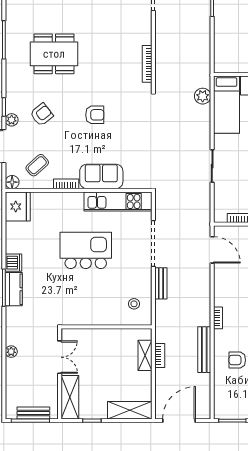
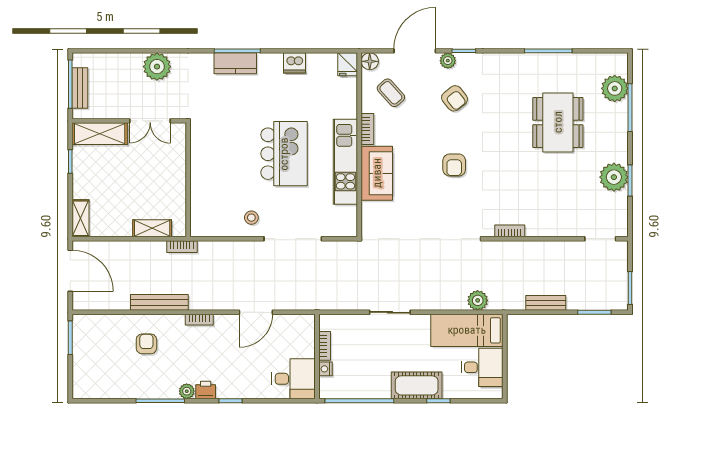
dining table: (54, 54) -> (558, 122), moved
bookcase: (147, 64) -> (510, 231), width x0.64
kitchen unit: (118, 201) -> (345, 162), moved
fridge: (18, 207) -> (348, 64), width x0.53, depth x0.75
door: (212, 250) -> (256, 312), moved
dishwasher: (13, 263) -> (295, 63), moved
bench: (161, 283) -> (546, 303), moved
stool: (134, 304) -> (251, 218), moved
plant: (11, 352) -> (157, 67), width x1.87, depth x1.87
bookcase: (160, 355) -> (182, 247), moved
shelving: (130, 410) -> (80, 218), width x0.67, depth x0.75

